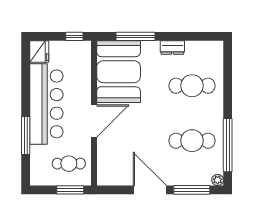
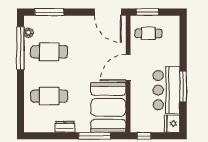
bar counter: (46, 104) -> (166, 90), width x0.73
window: (26, 136) -> (183, 87), moved
plant: (218, 180) -> (29, 33), moved
door: (150, 190) -> (108, 12), moved

